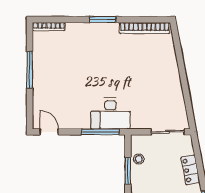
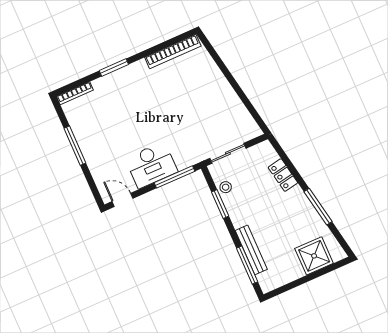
window: (103, 20) -> (114, 67), moved
desk: (110, 114) -> (151, 165), moved
sliding door: (168, 132) -> (228, 153), moved

